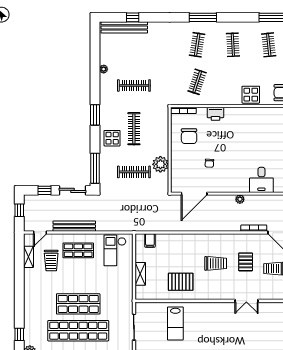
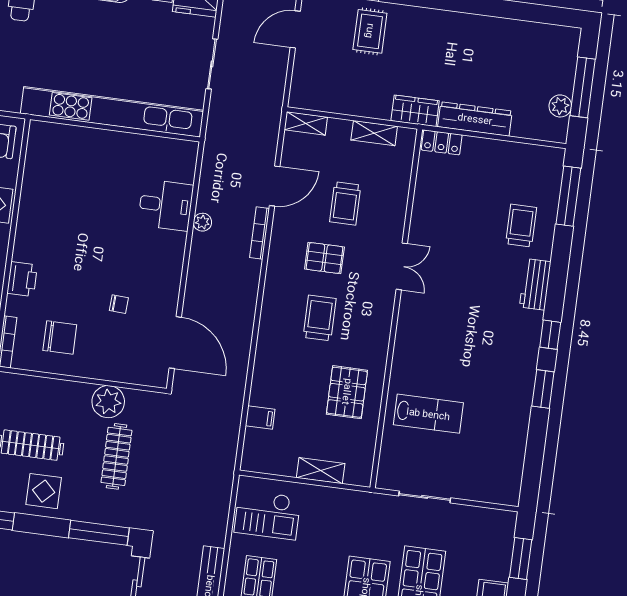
plant: (240, 199) -> (202, 222), moved
filing cabinet: (150, 240) -> (260, 418), moved

